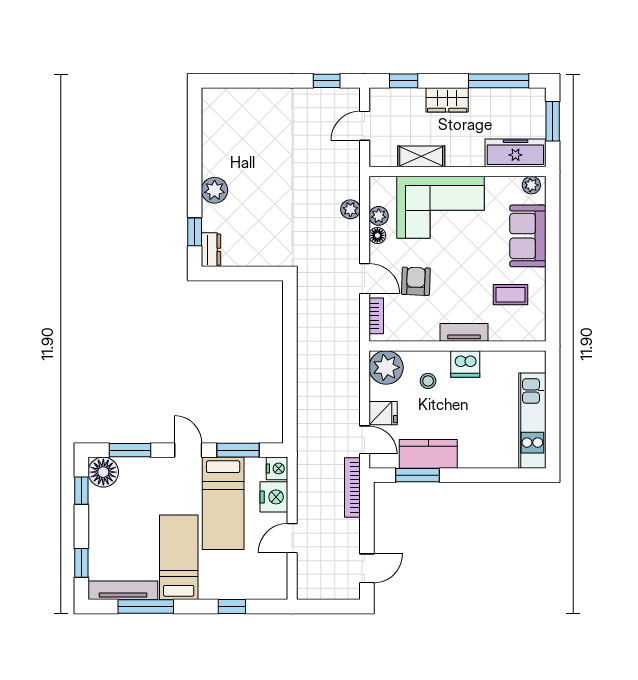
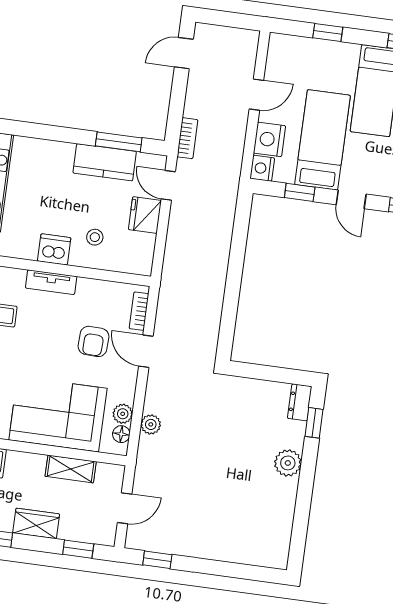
floor lamp: (377, 235) -> (121, 434), moved
plant: (386, 367) -> (136, 257), removed
fridge: (383, 413) -> (145, 215), width x1.38
window: (238, 450) -> (300, 192), width x0.67
bookcase: (352, 487) -> (187, 138), width x0.64

